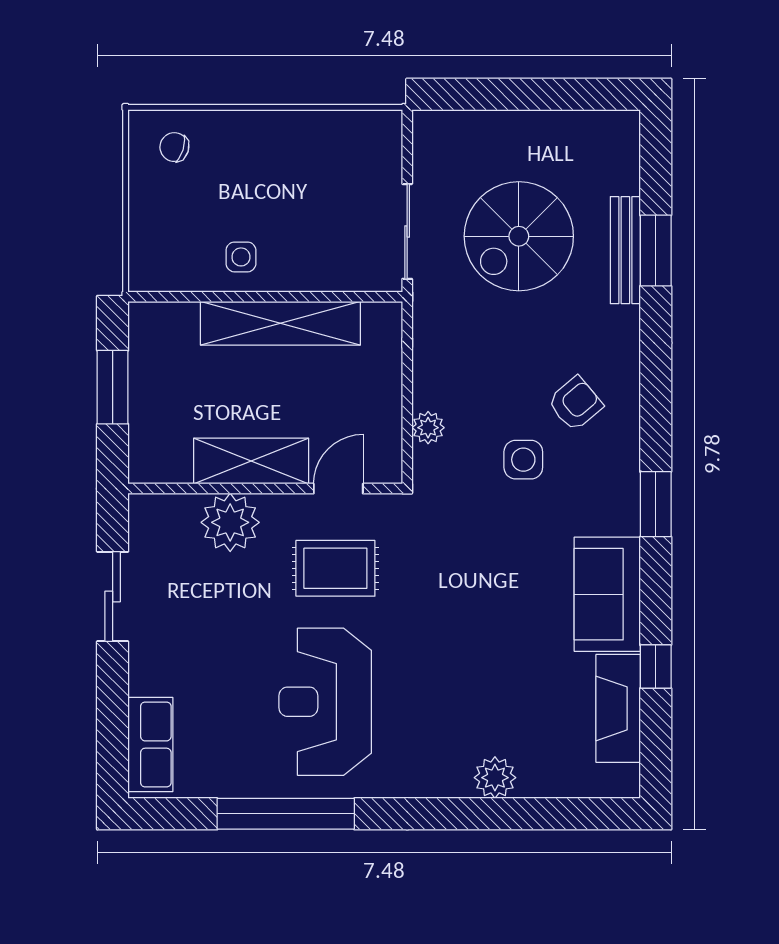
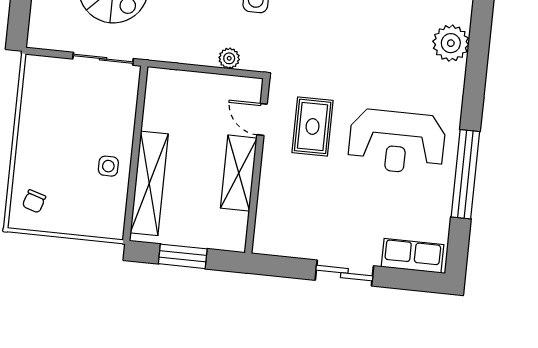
shelving: (280, 323) -> (149, 183), moved
plant: (230, 522) -> (276, 190), removed
sliding door: (113, 596) -> (344, 273), moved
plant: (495, 778) -> (451, 43), width x1.36, depth x1.36

